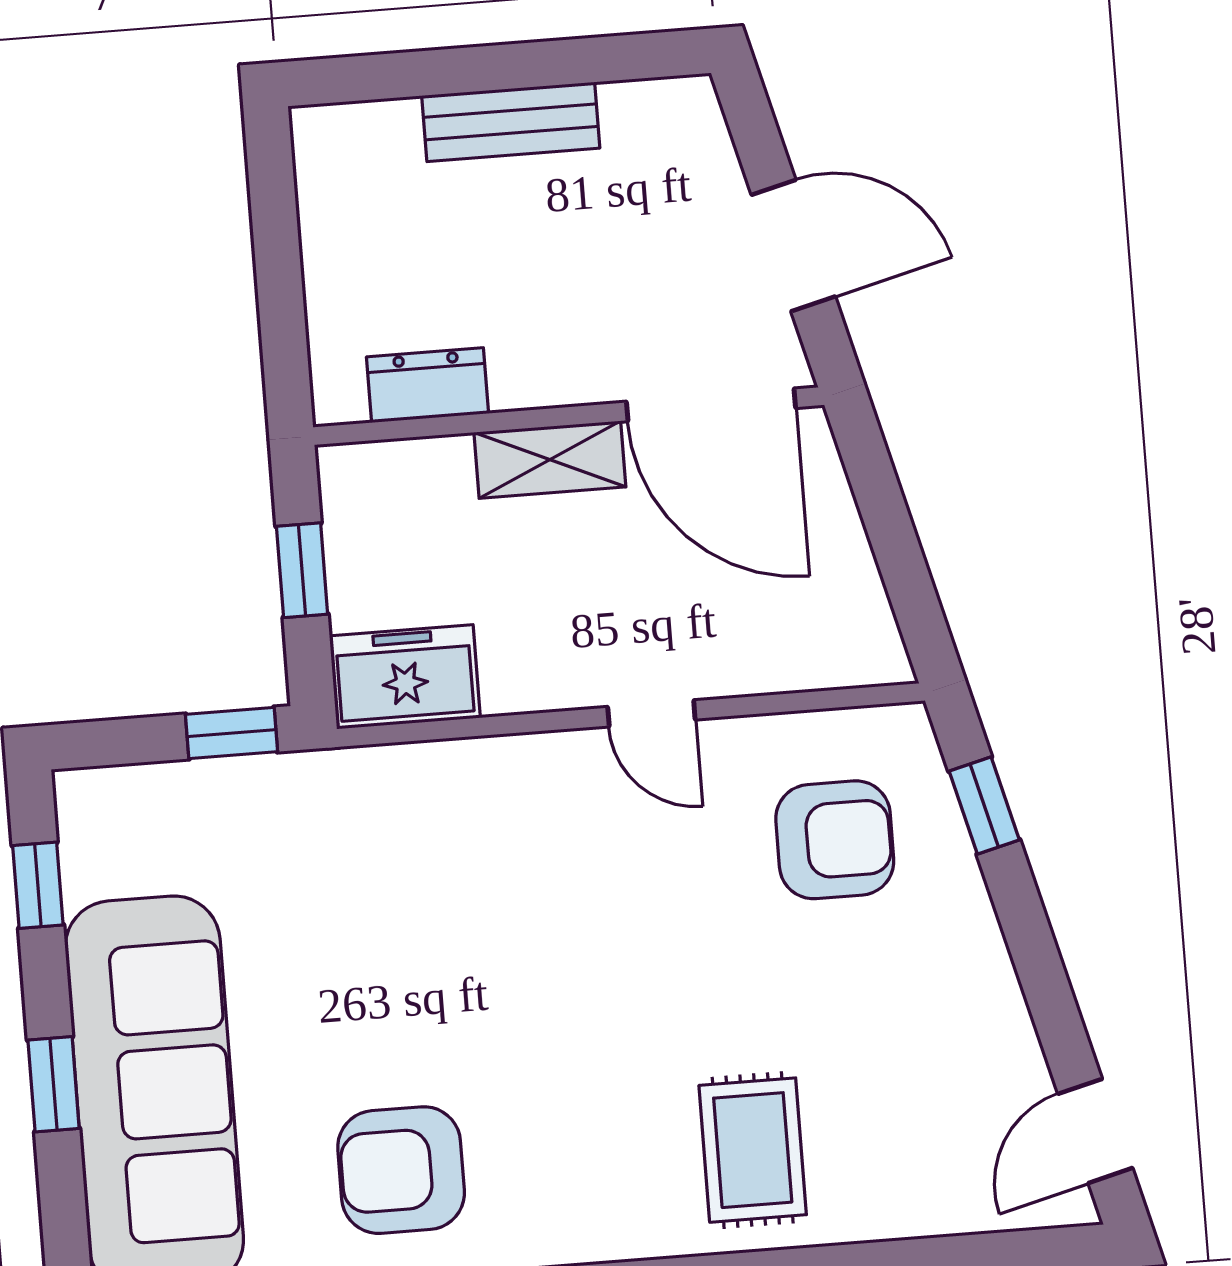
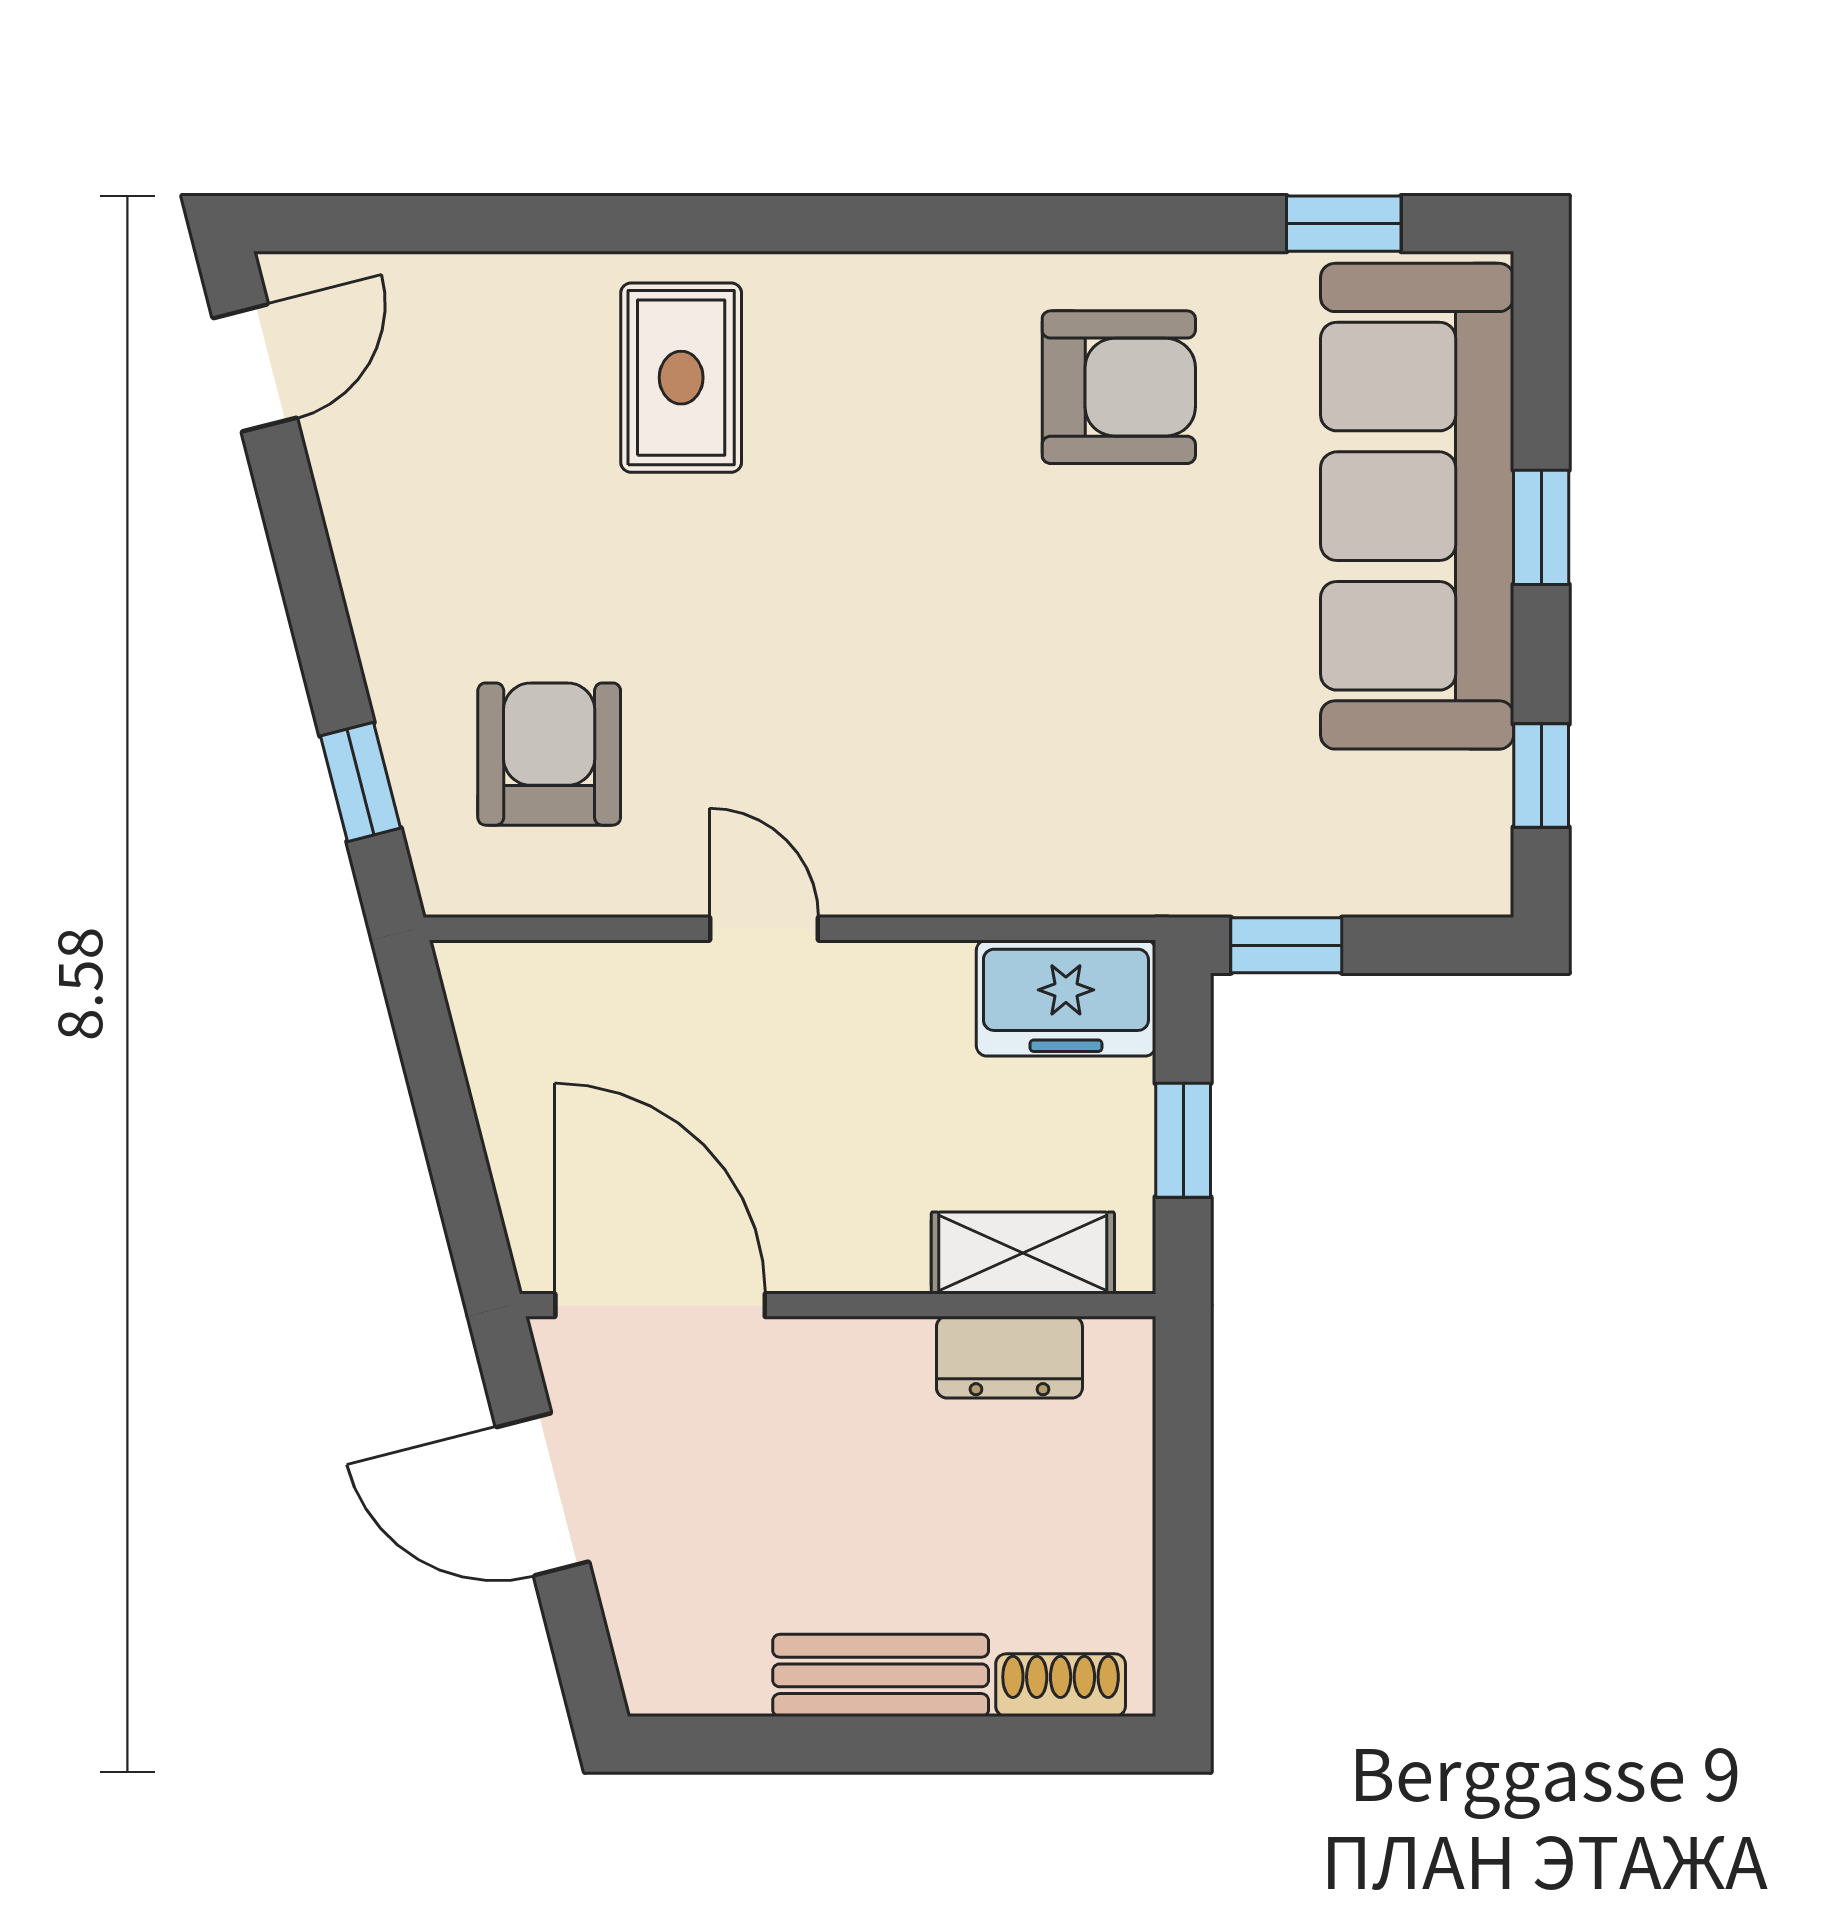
shoe rack: (366, 125) -> (1061, 1685), added
shelving: (550, 460) -> (1023, 1253), moved
armchair: (835, 840) -> (549, 754), turned 90

